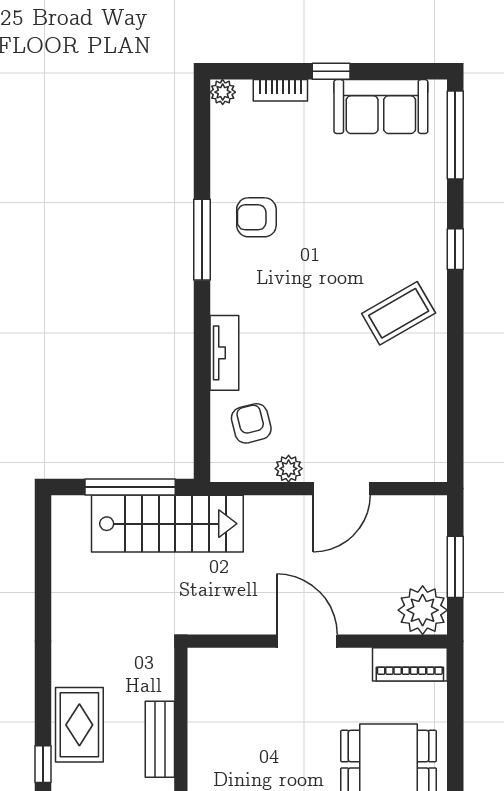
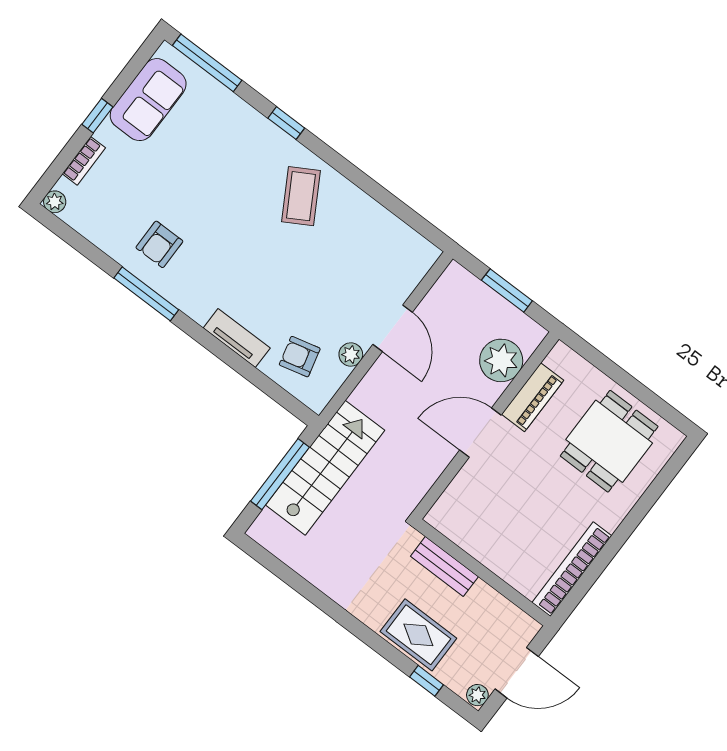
plant: (423, 610) -> (501, 360), moved
piano: (410, 664) -> (533, 397), moved
bench: (160, 739) -> (444, 566), moved

